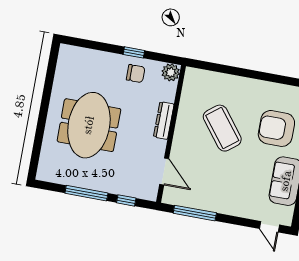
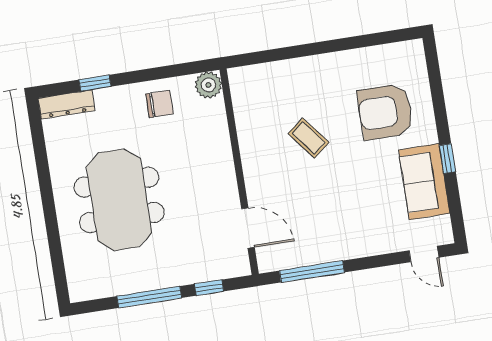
window: (134, 52) -> (95, 83), moved
dresser: (164, 120) -> (66, 104), moved, turned -90
coffee table: (222, 128) -> (309, 138), width x0.54, depth x0.58

